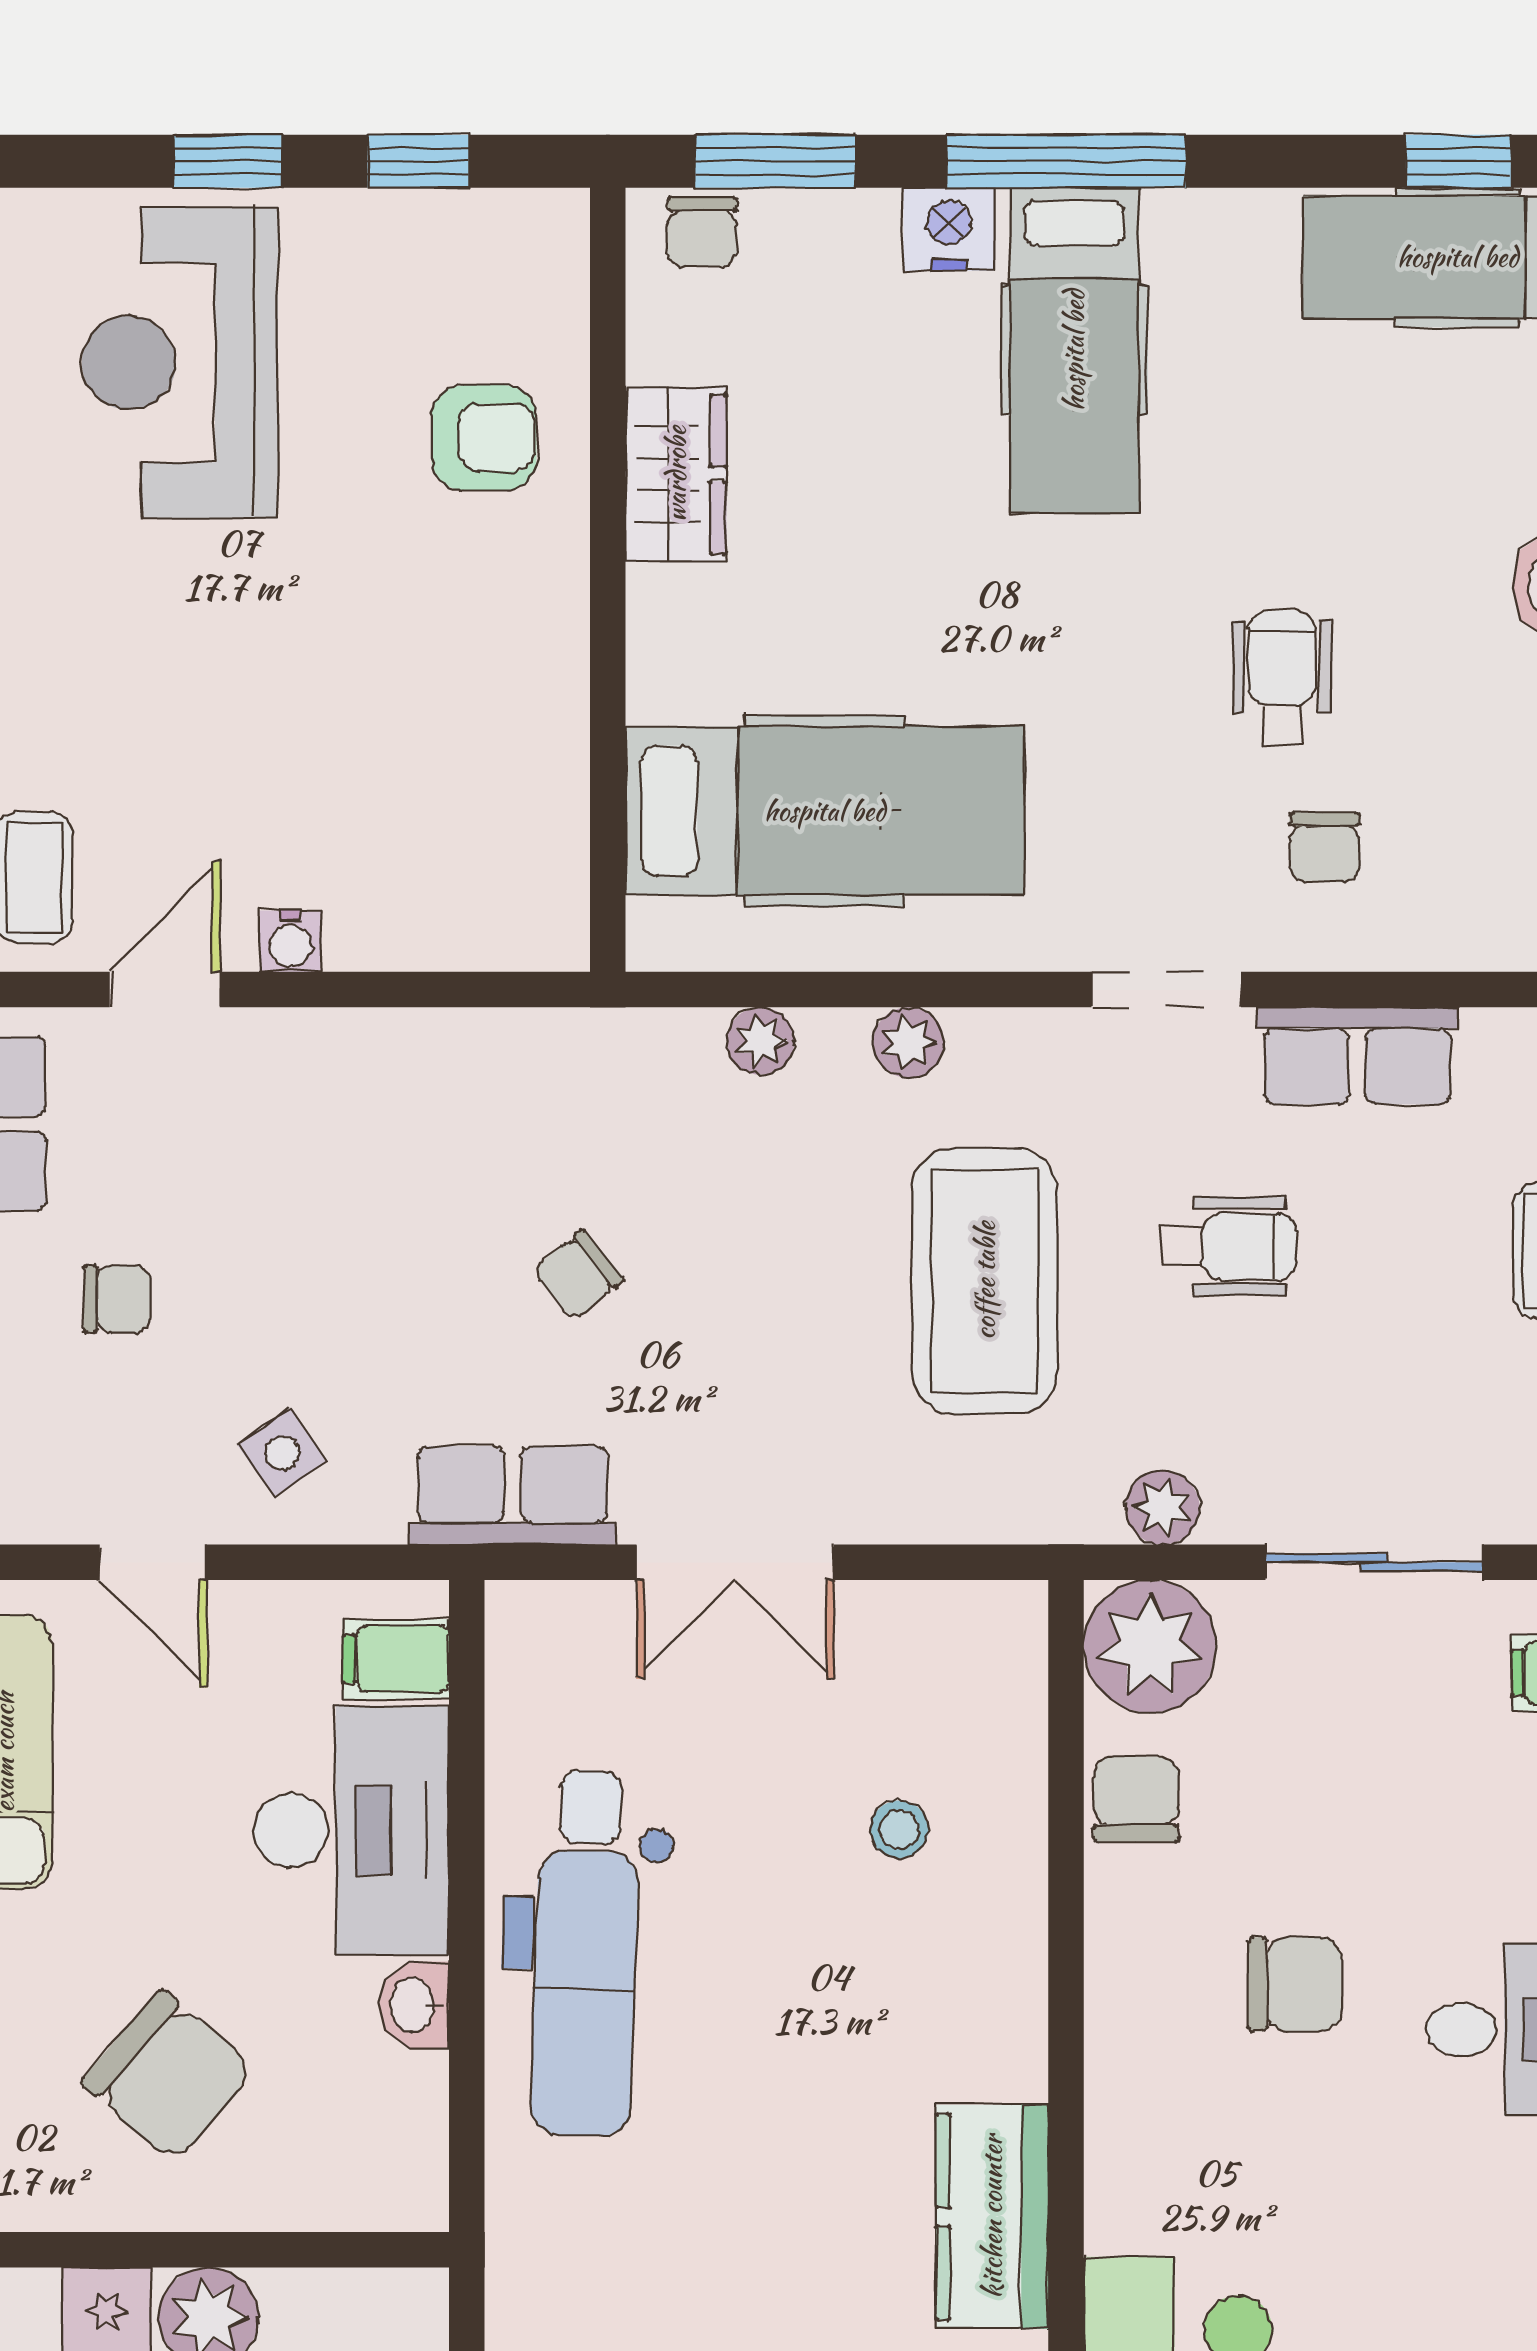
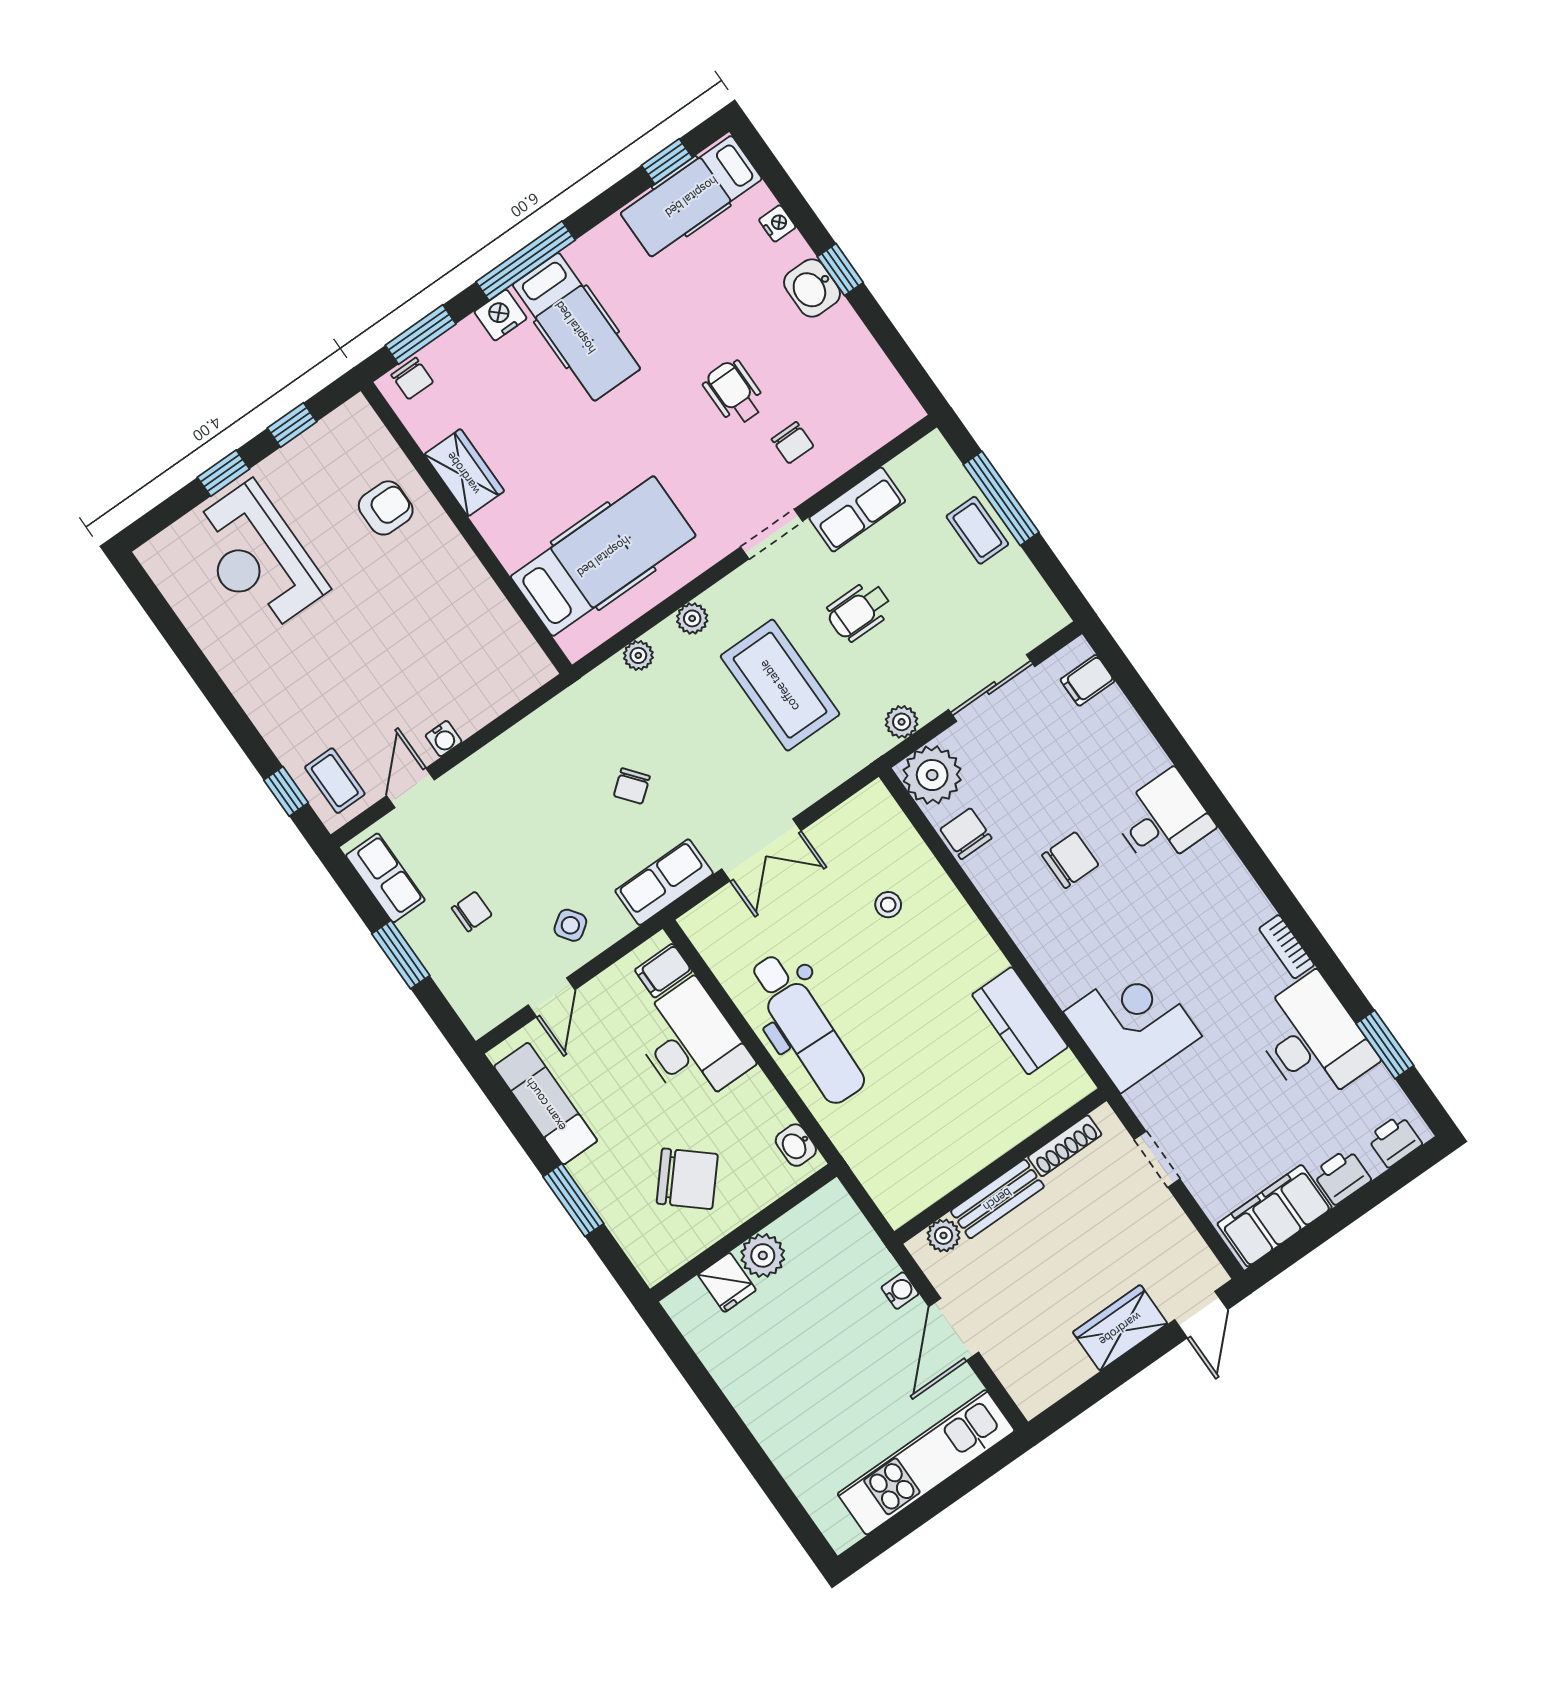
wheelchair: (1229, 1246) -> (859, 611), turned 180
door: (153, 1562) -> (552, 997), hinge flipped
washbasin: (414, 2005) -> (796, 1145), moved

